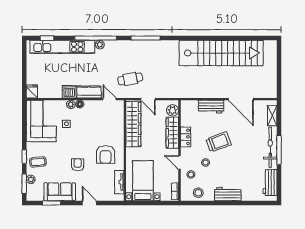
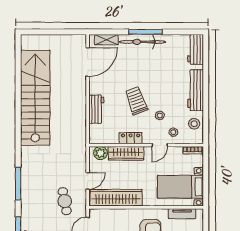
door: (241, 99) -> (88, 62), moved
workbench: (270, 183) -> (196, 49), moved, turned 90
workbench: (228, 194) -> (196, 90), width x1.38

